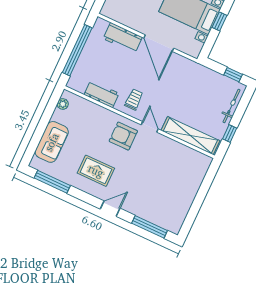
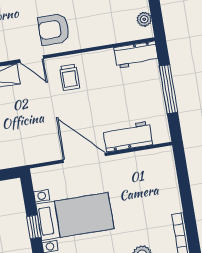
window: (77, 50) -> (168, 89), width x0.68
workbench: (102, 94) -> (136, 55), moved
armchair: (123, 136) -> (54, 29), turned 180

